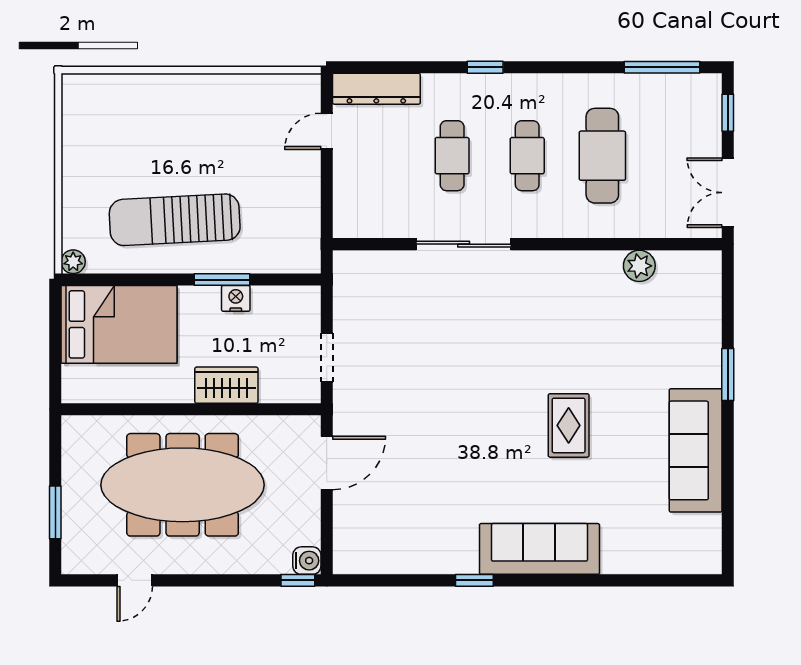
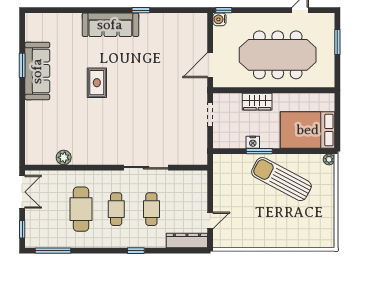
sun lounger: (175, 220) -> (281, 179), turned -149
window: (728, 375) -> (22, 65), moved

